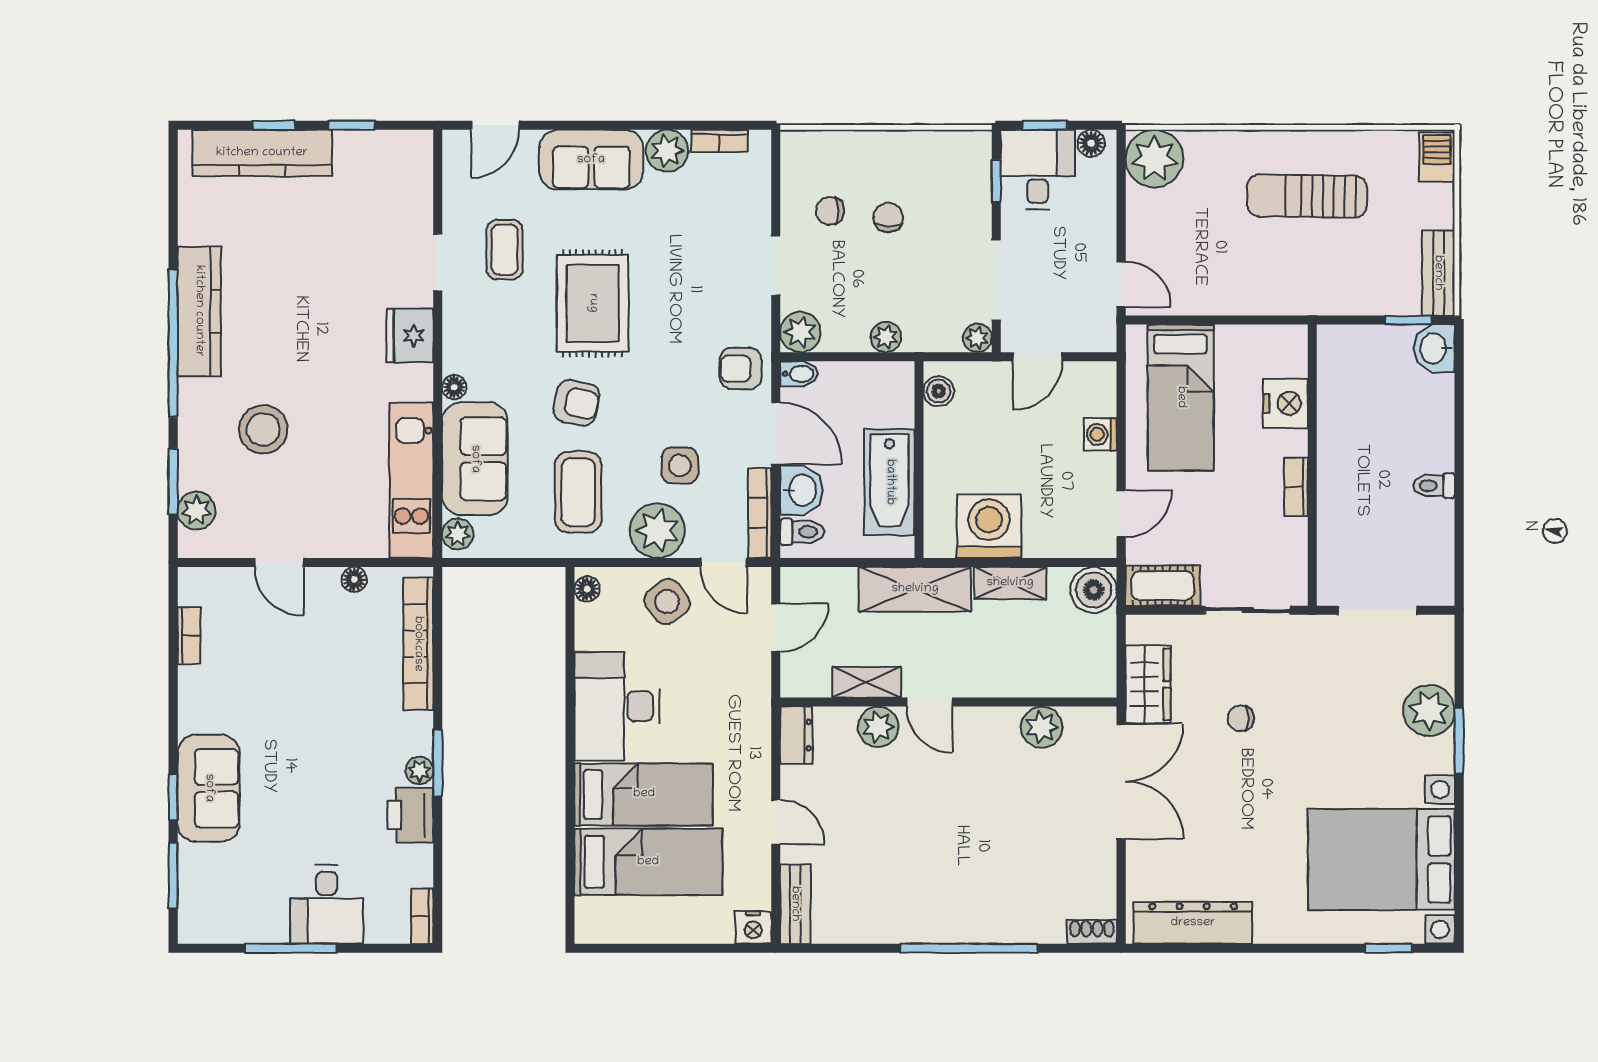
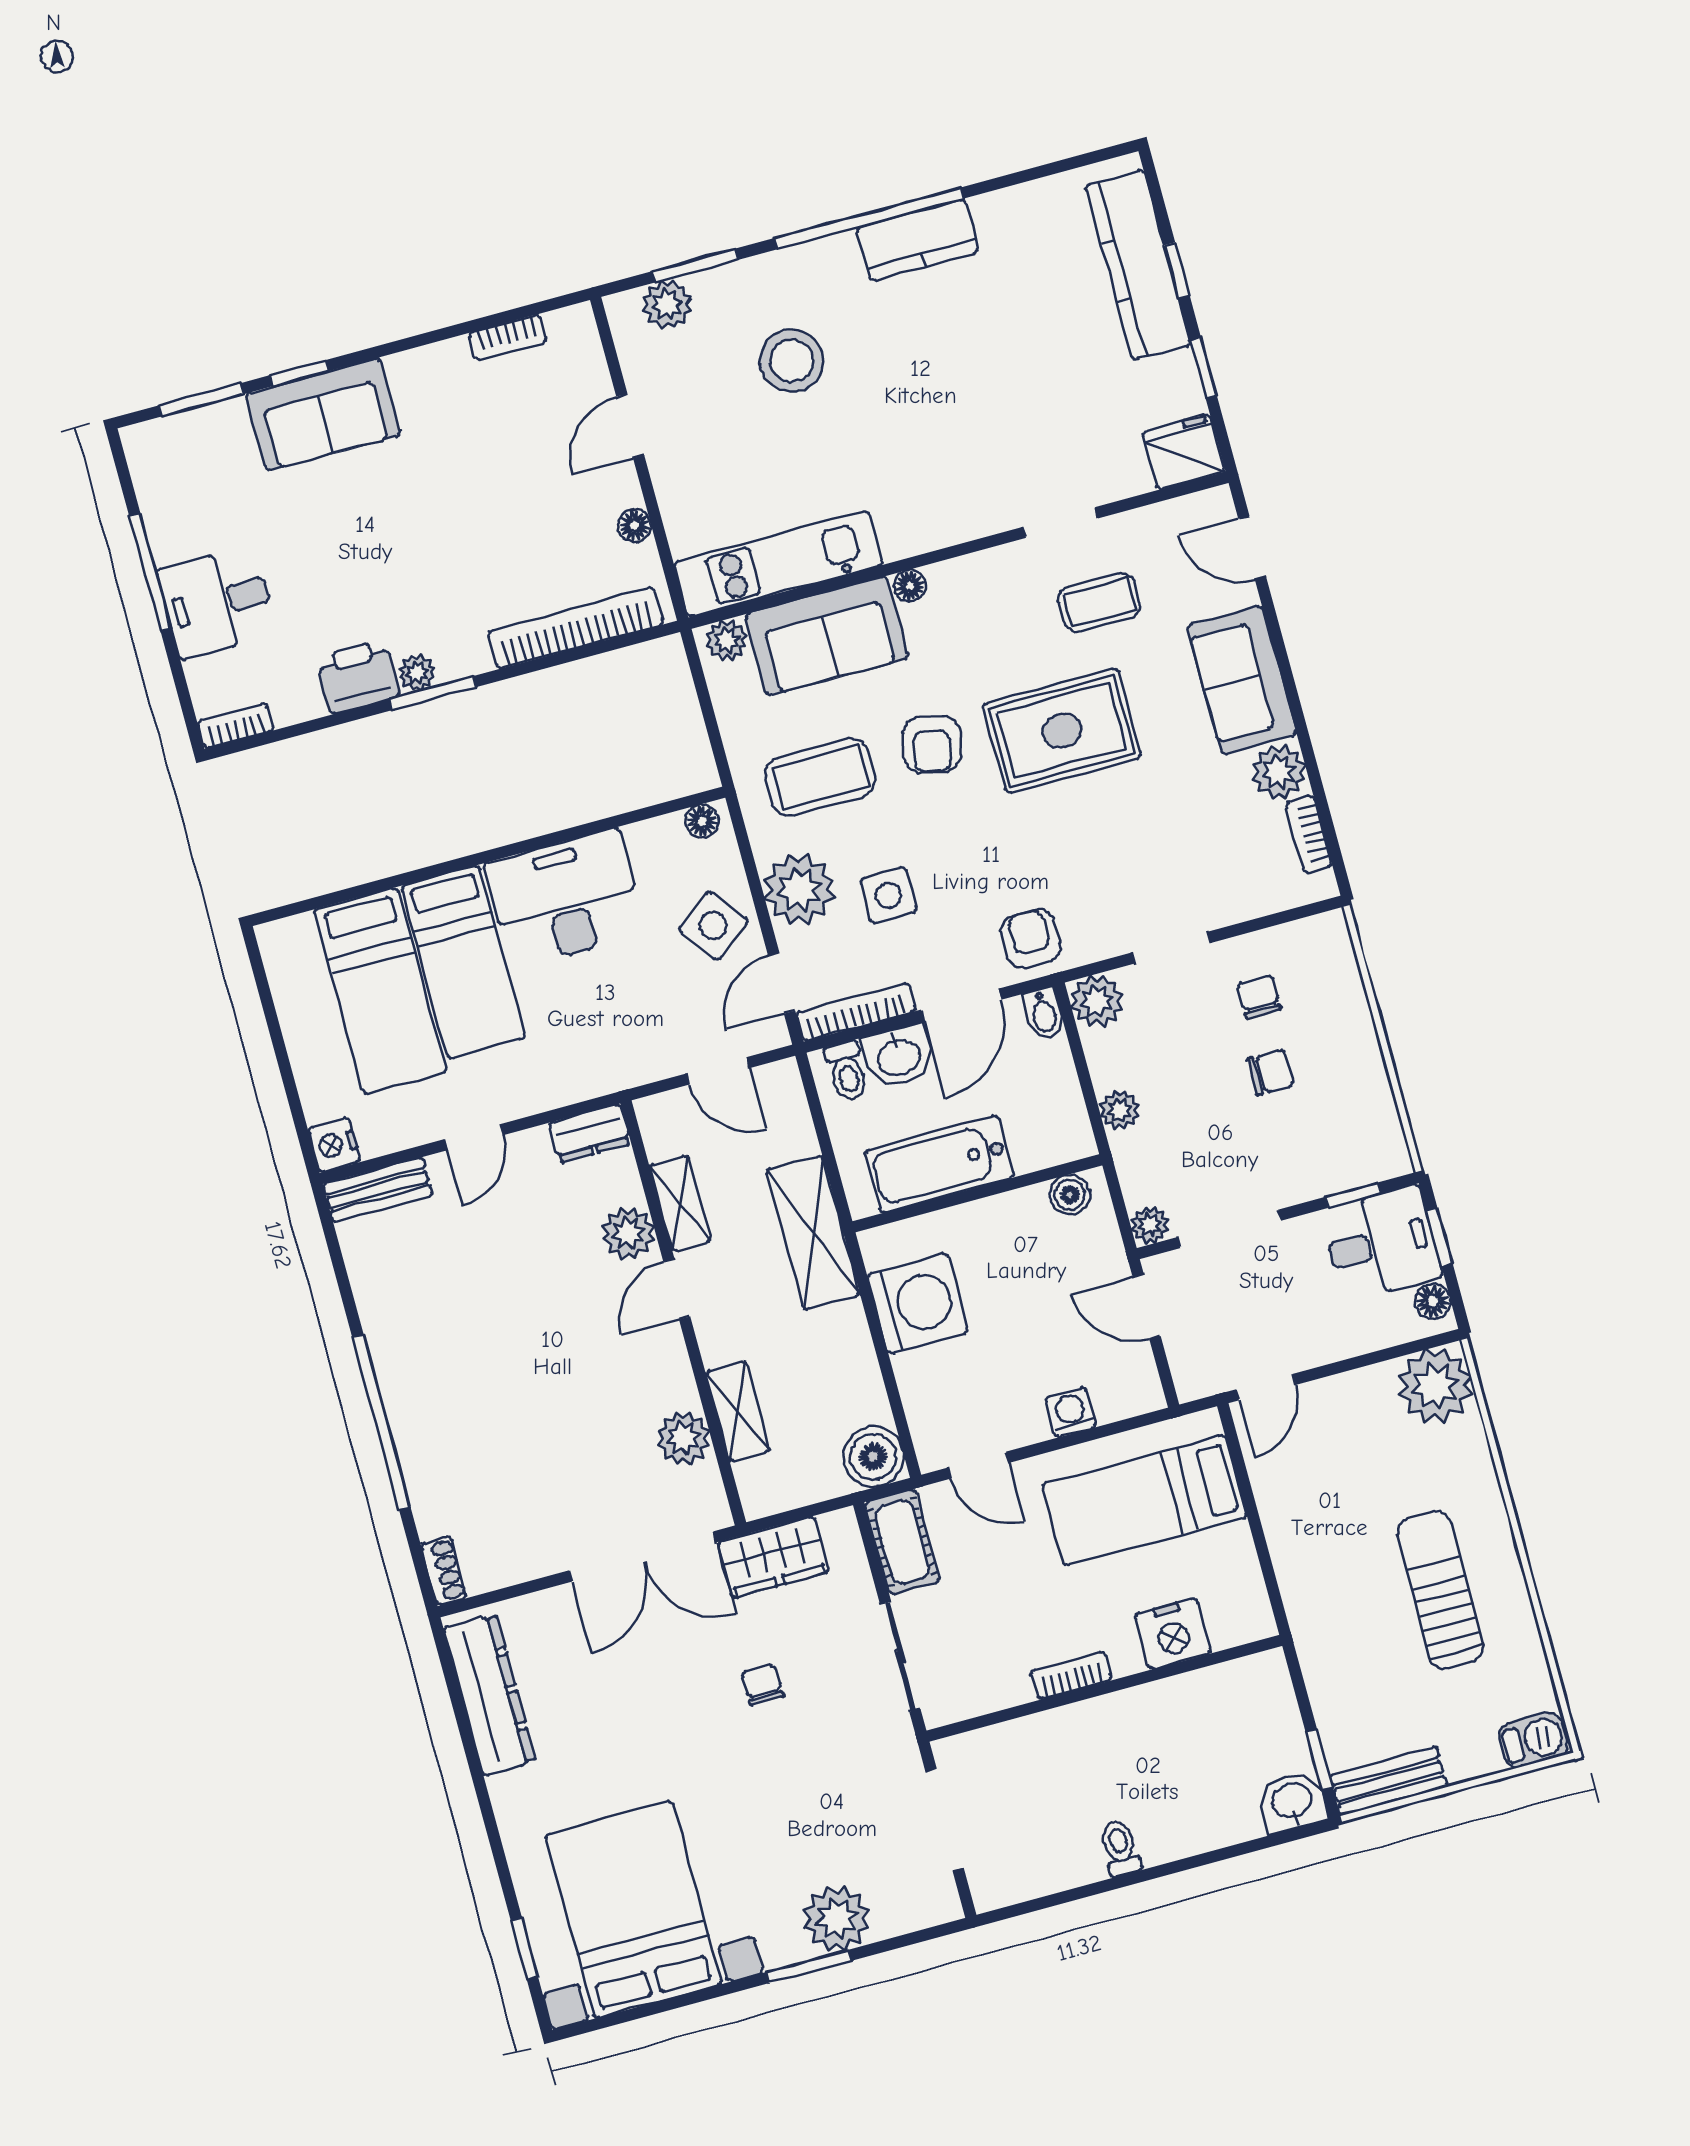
kitchen counter: (199, 311) -> (918, 240), width x0.67
fridge: (410, 336) -> (1184, 452), moved
shelving: (1010, 583) -> (738, 1411), moved

